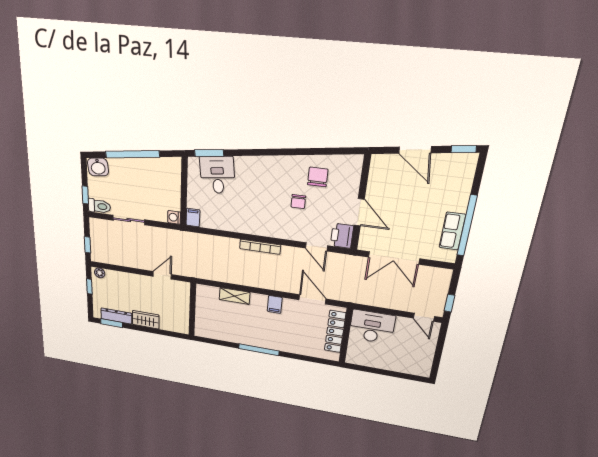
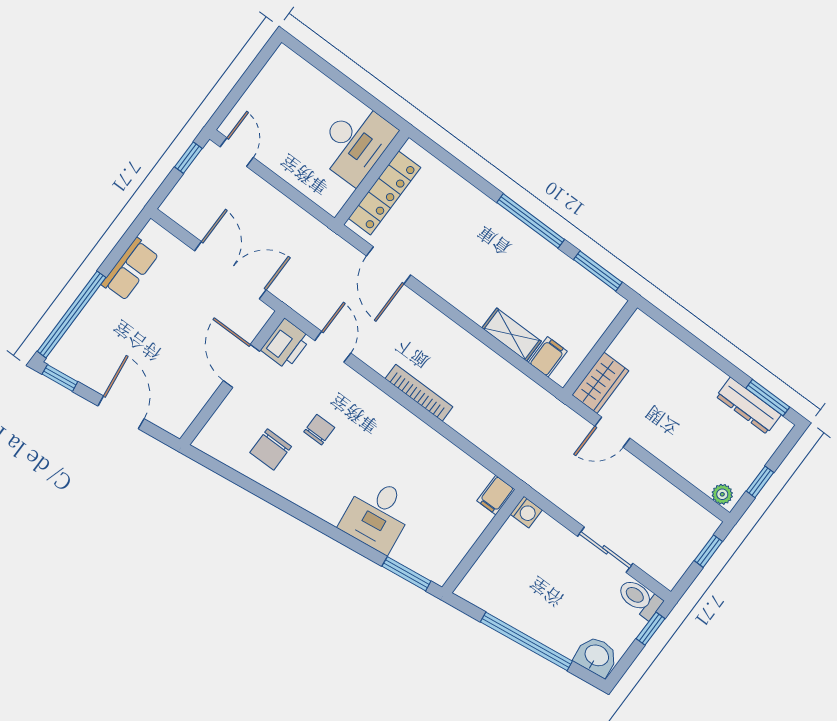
desk: (217, 175) -> (377, 515), moved
window: (467, 226) -> (72, 314), moved
filing cabinet: (275, 304) -> (548, 357), moved
wardrobe: (146, 320) -> (600, 383), moved, turned -90
desk: (372, 327) -> (355, 143), moved, turned -90
window: (216, 342) -> (598, 271), added

